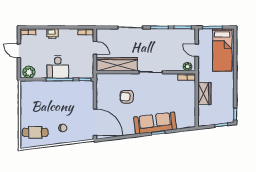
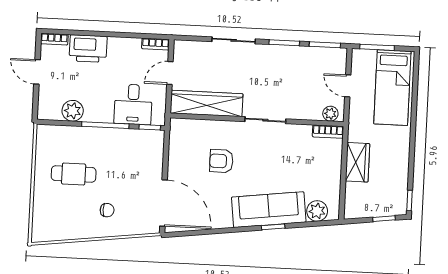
printer: (52, 34) -> (88, 49), width x1.87, depth x1.48
door: (95, 48) -> (170, 73), swing flipped
desk: (58, 67) -> (133, 104), moved
plant: (29, 72) -> (73, 111), moved
plant: (183, 123) -> (317, 211), added
cafe table: (35, 132) -> (74, 174), moved

